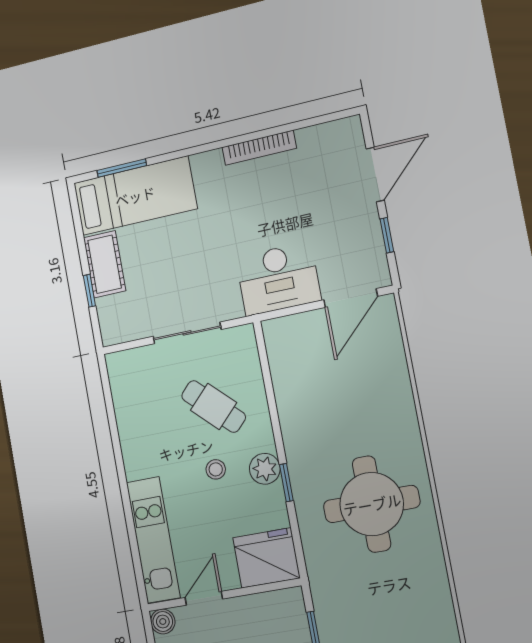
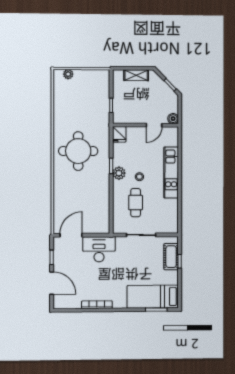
door: (375, 174) -> (52, 283), swing flipped
cot: (105, 264) -> (171, 257), moved
cafe table: (214, 406) -> (136, 203), turned 46
kitchen unit: (153, 540) -> (171, 172), moved
fridge: (266, 558) -> (119, 134), width x0.53, depth x0.75

